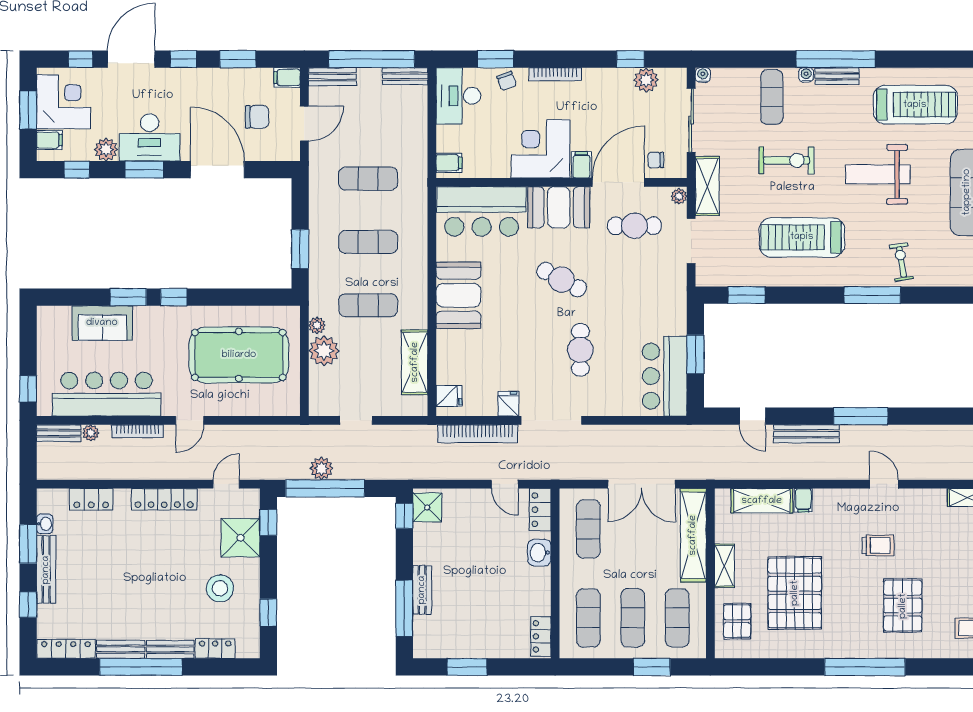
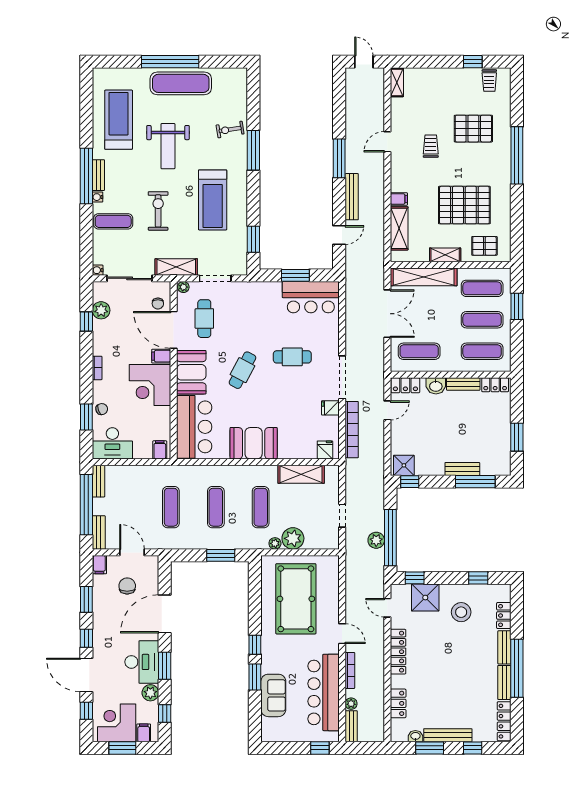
bookcase: (555, 74) -> (97, 368), width x0.64
bench: (542, 591) -> (463, 384), added

